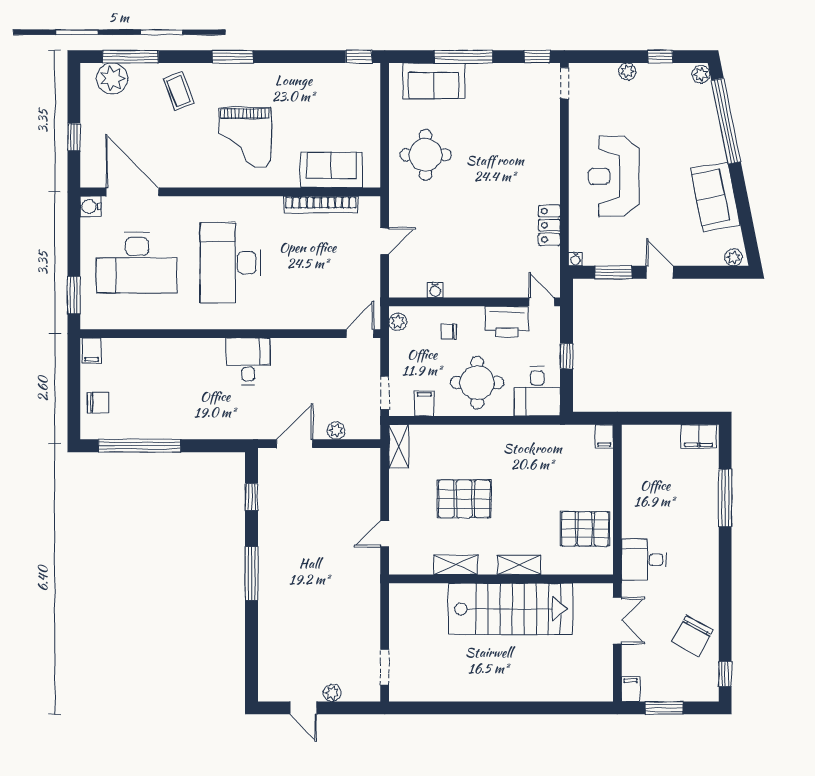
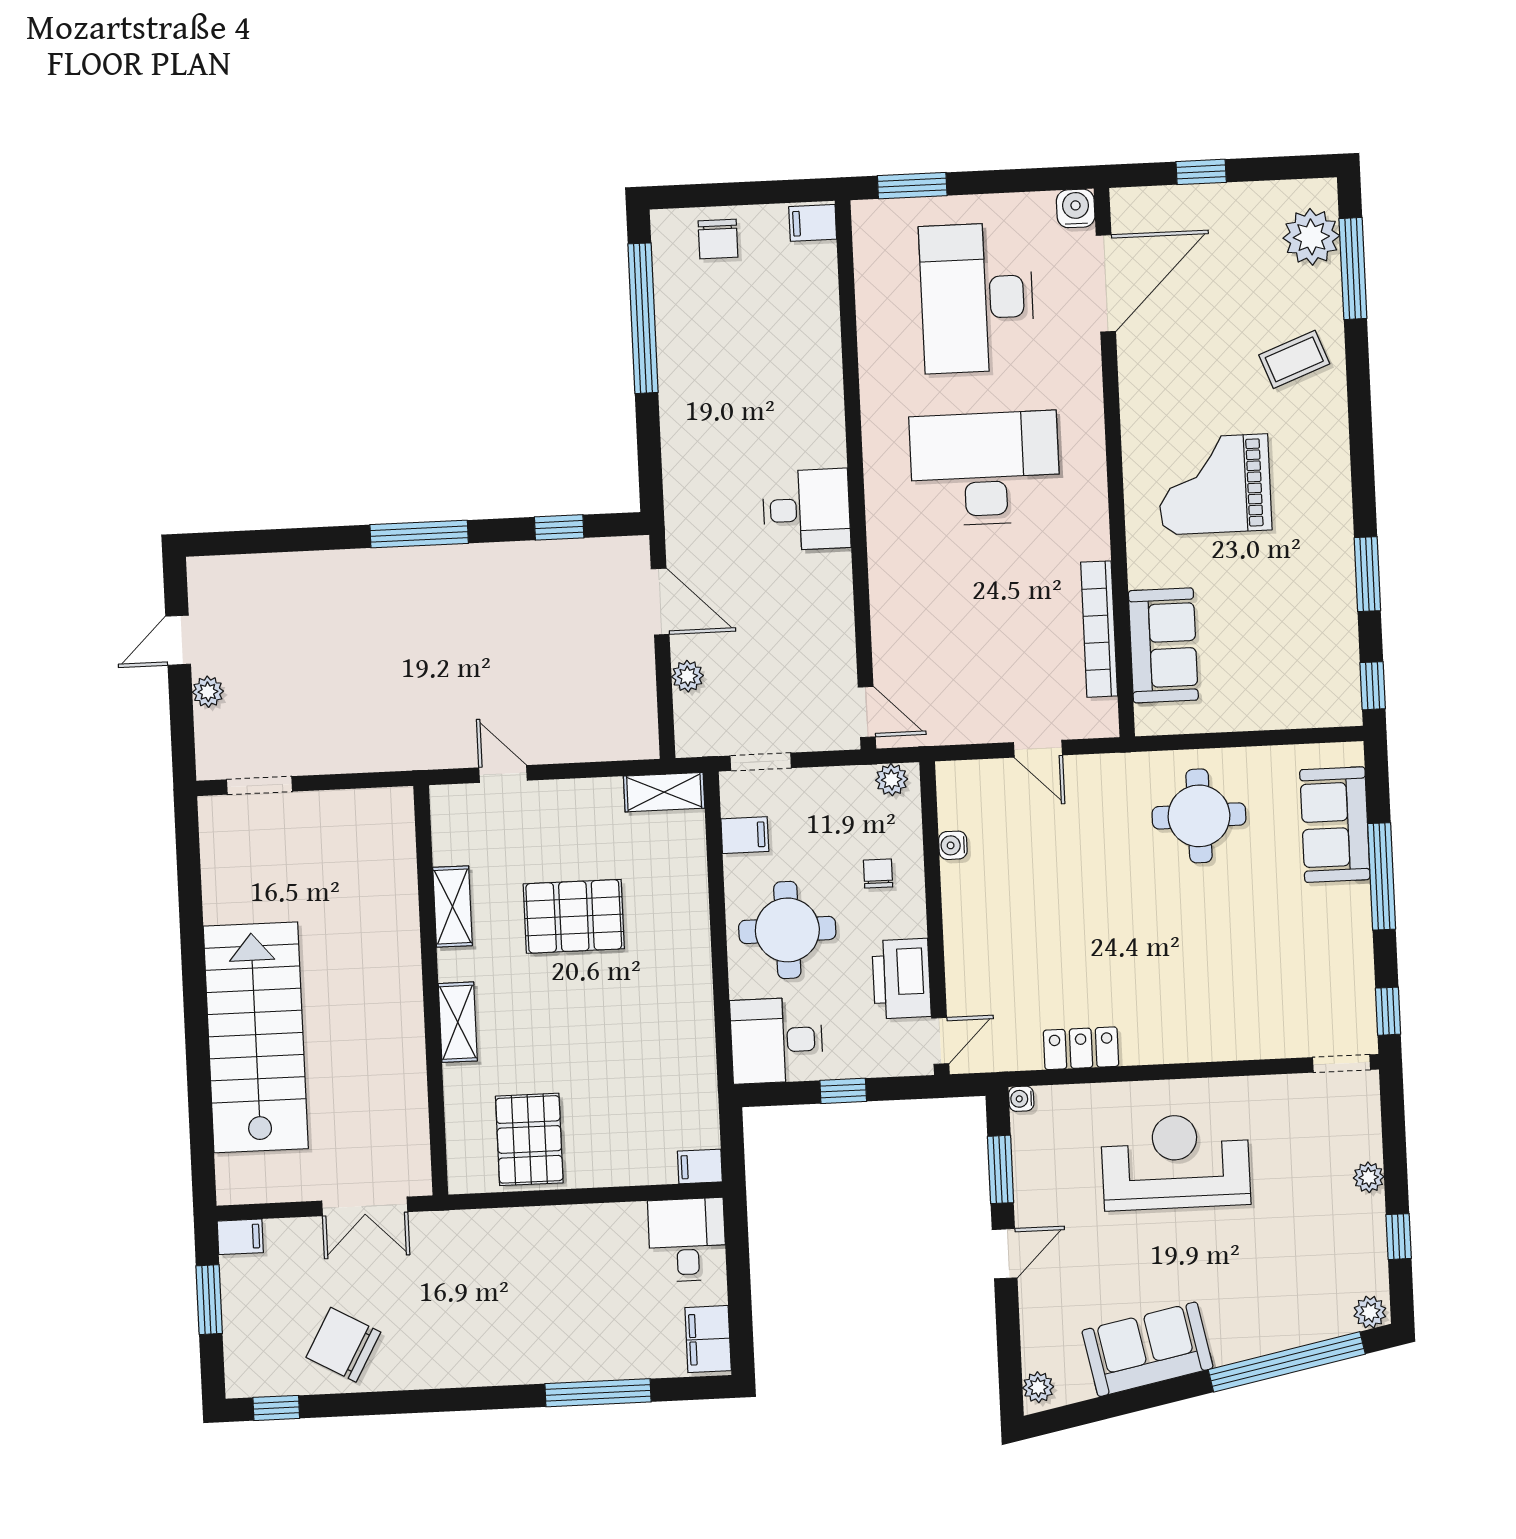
window: (233, 57) -> (1367, 574), moved
pallet: (464, 499) -> (574, 916), turned 90
desk: (644, 560) -> (687, 1240), moved
stairs: (511, 609) -> (256, 1037), moved, turned 180

